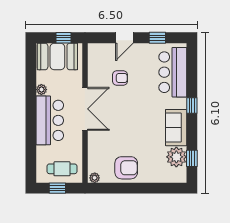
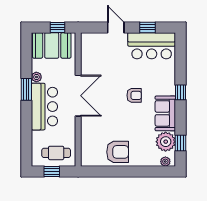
door: (124, 38) -> (116, 27), swing flipped
bar counter: (173, 72) -> (152, 46), moved, turned -90
armchair: (120, 78) -> (134, 95), moved
window: (31, 102) -> (26, 89), added
plant: (95, 178) -> (165, 162), moved

